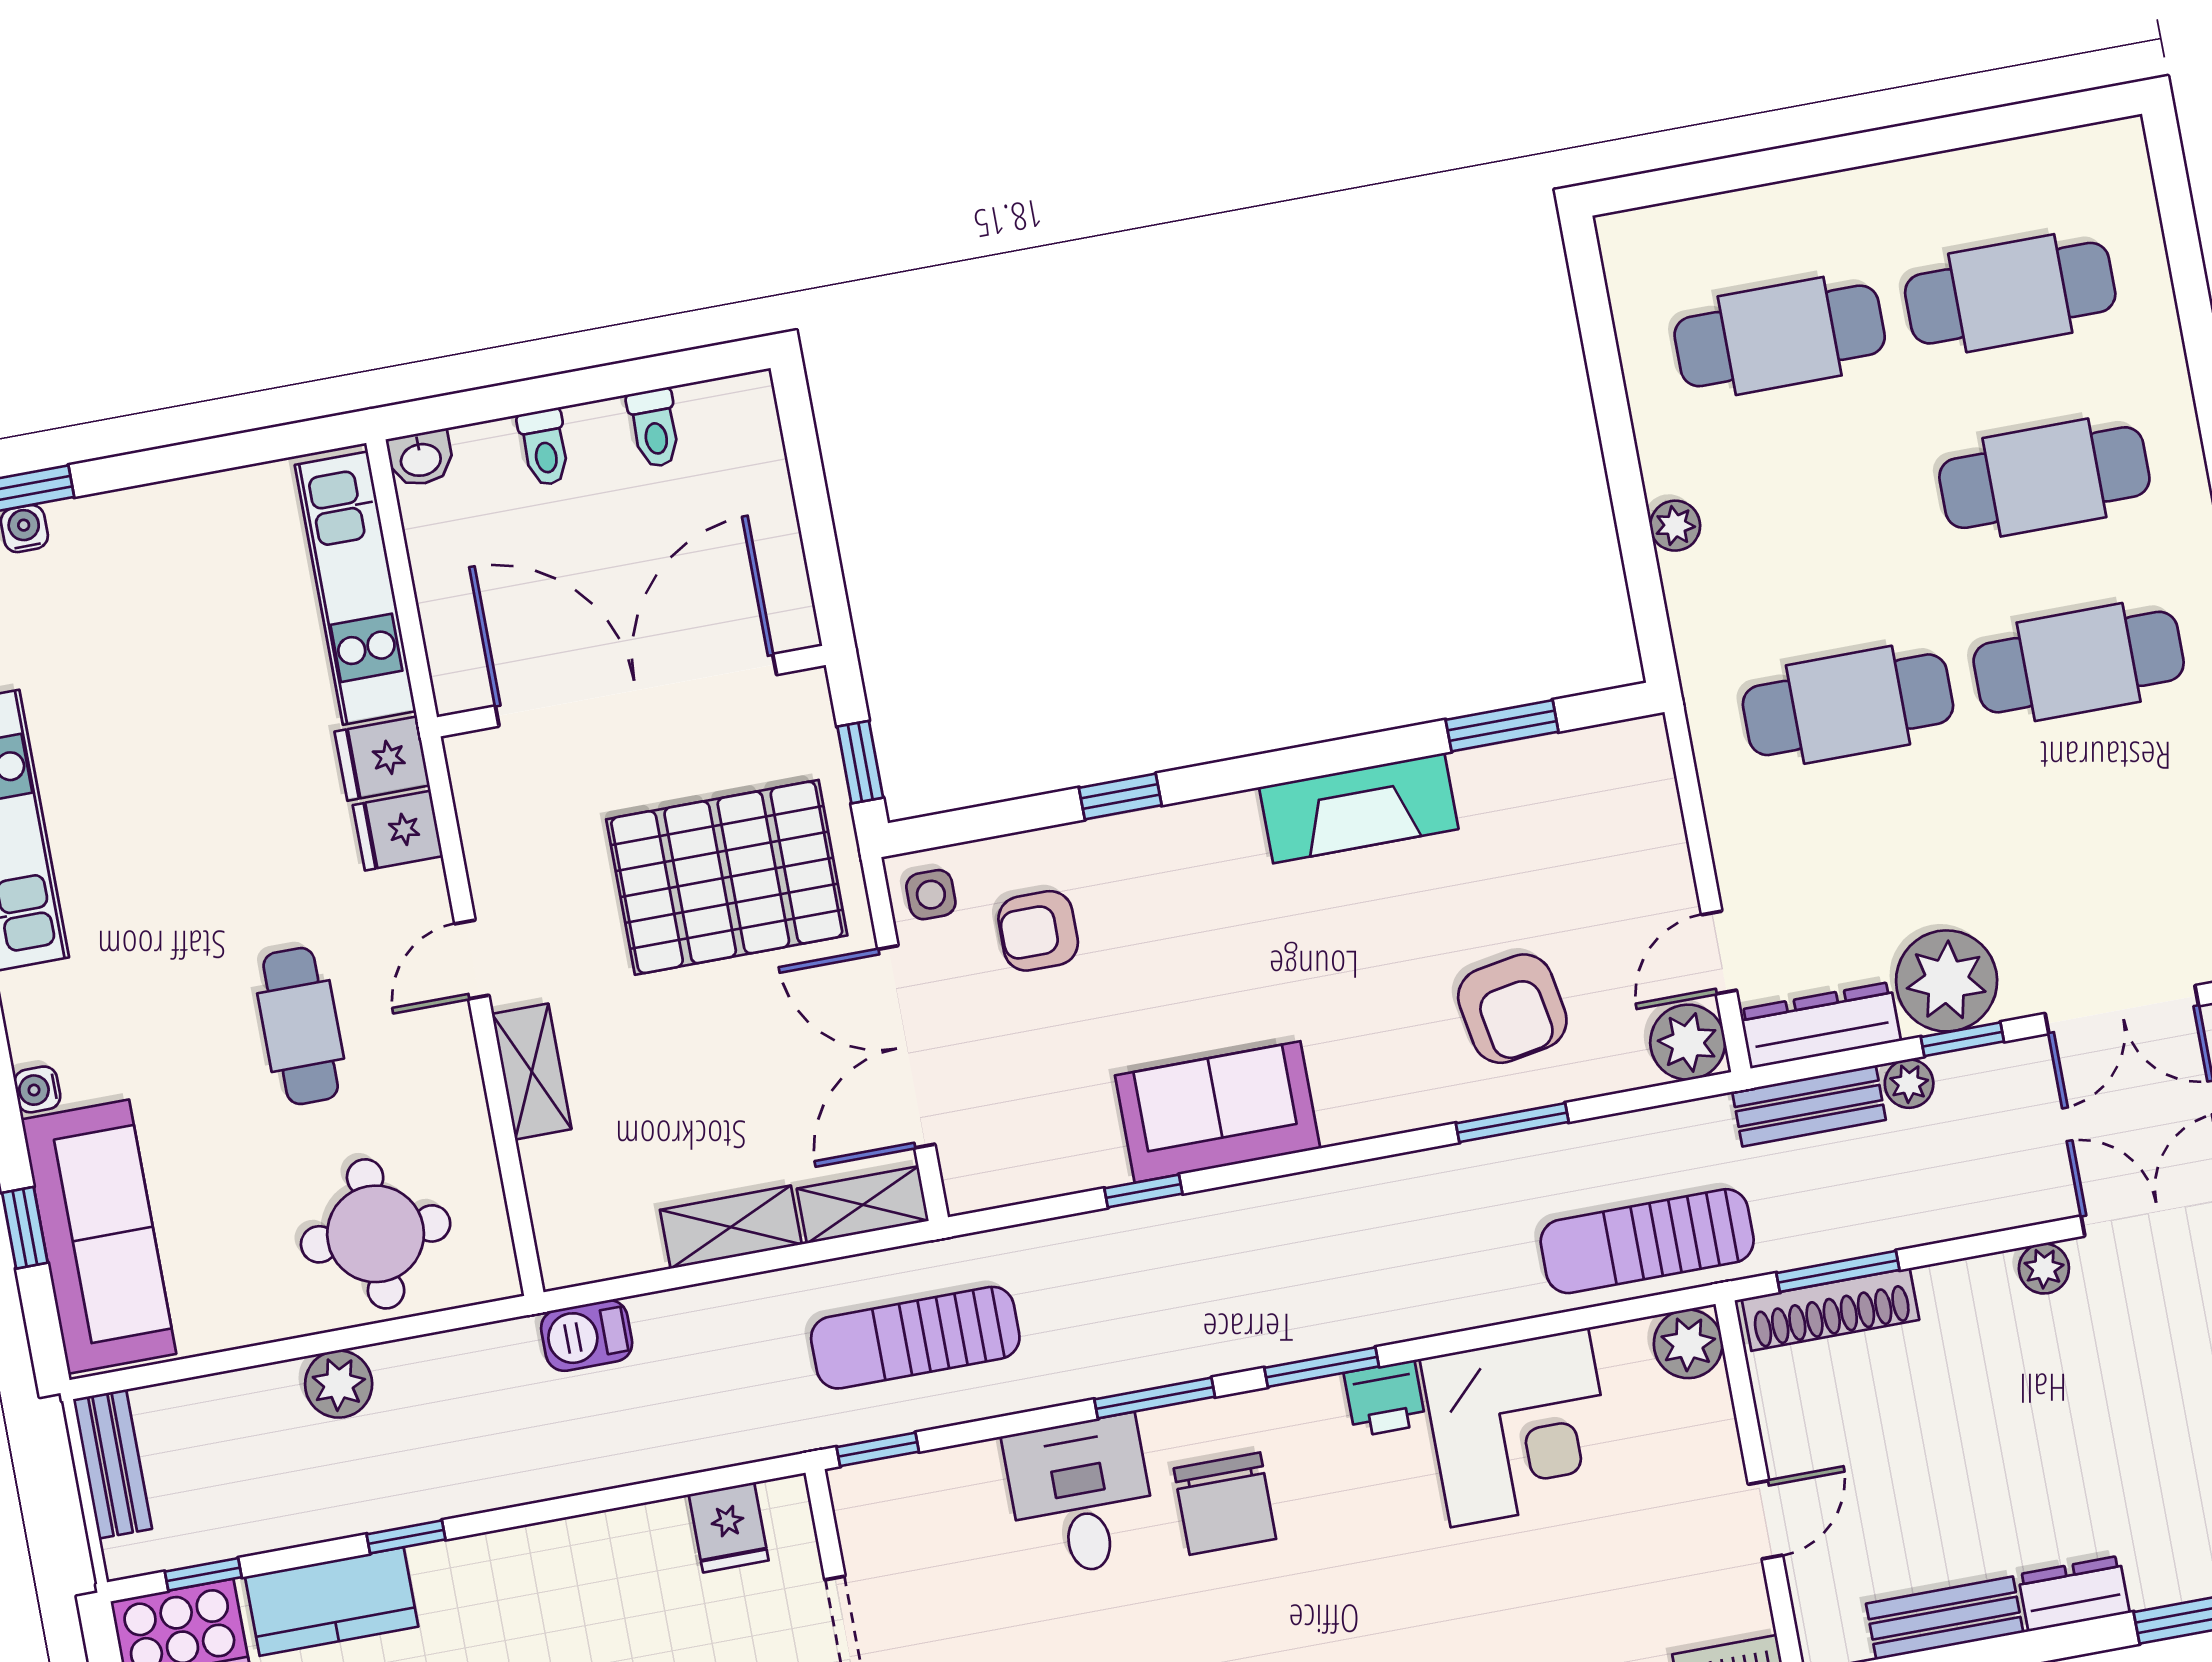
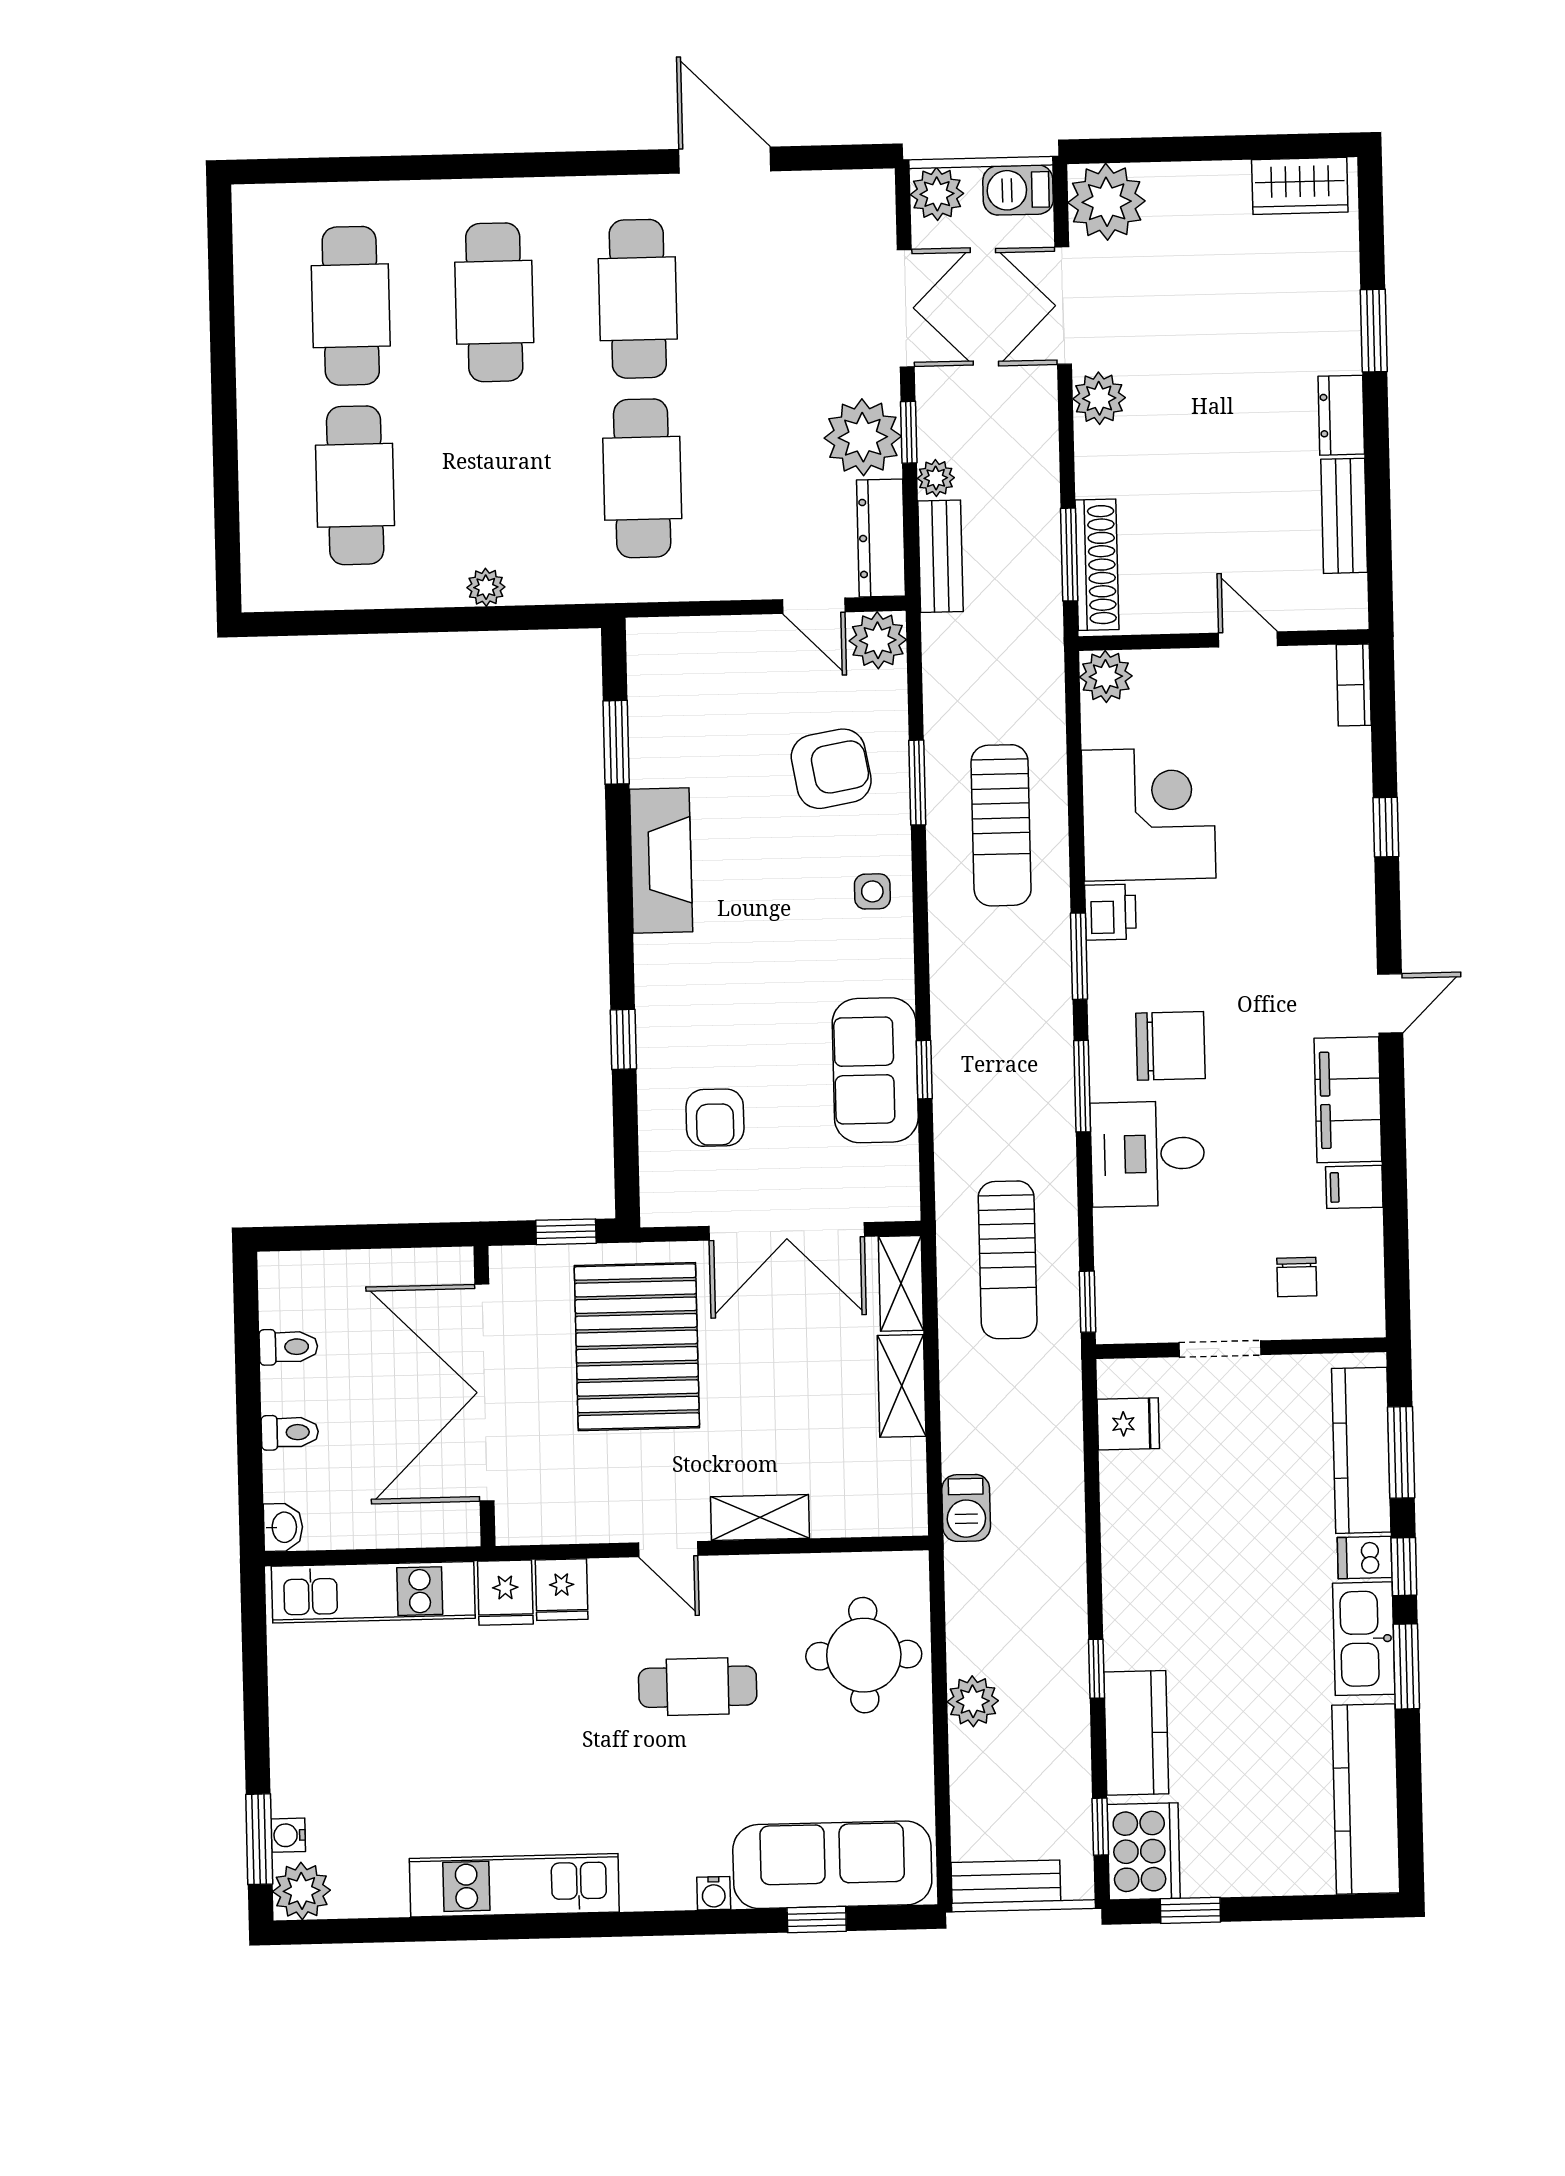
side table: (931, 895) -> (872, 891), moved
sofa: (1218, 1112) -> (875, 1070), moved
sun lounger: (1647, 1241) -> (1001, 825), moved
plant: (2044, 1268) -> (1099, 398), width x1.38, depth x1.38

